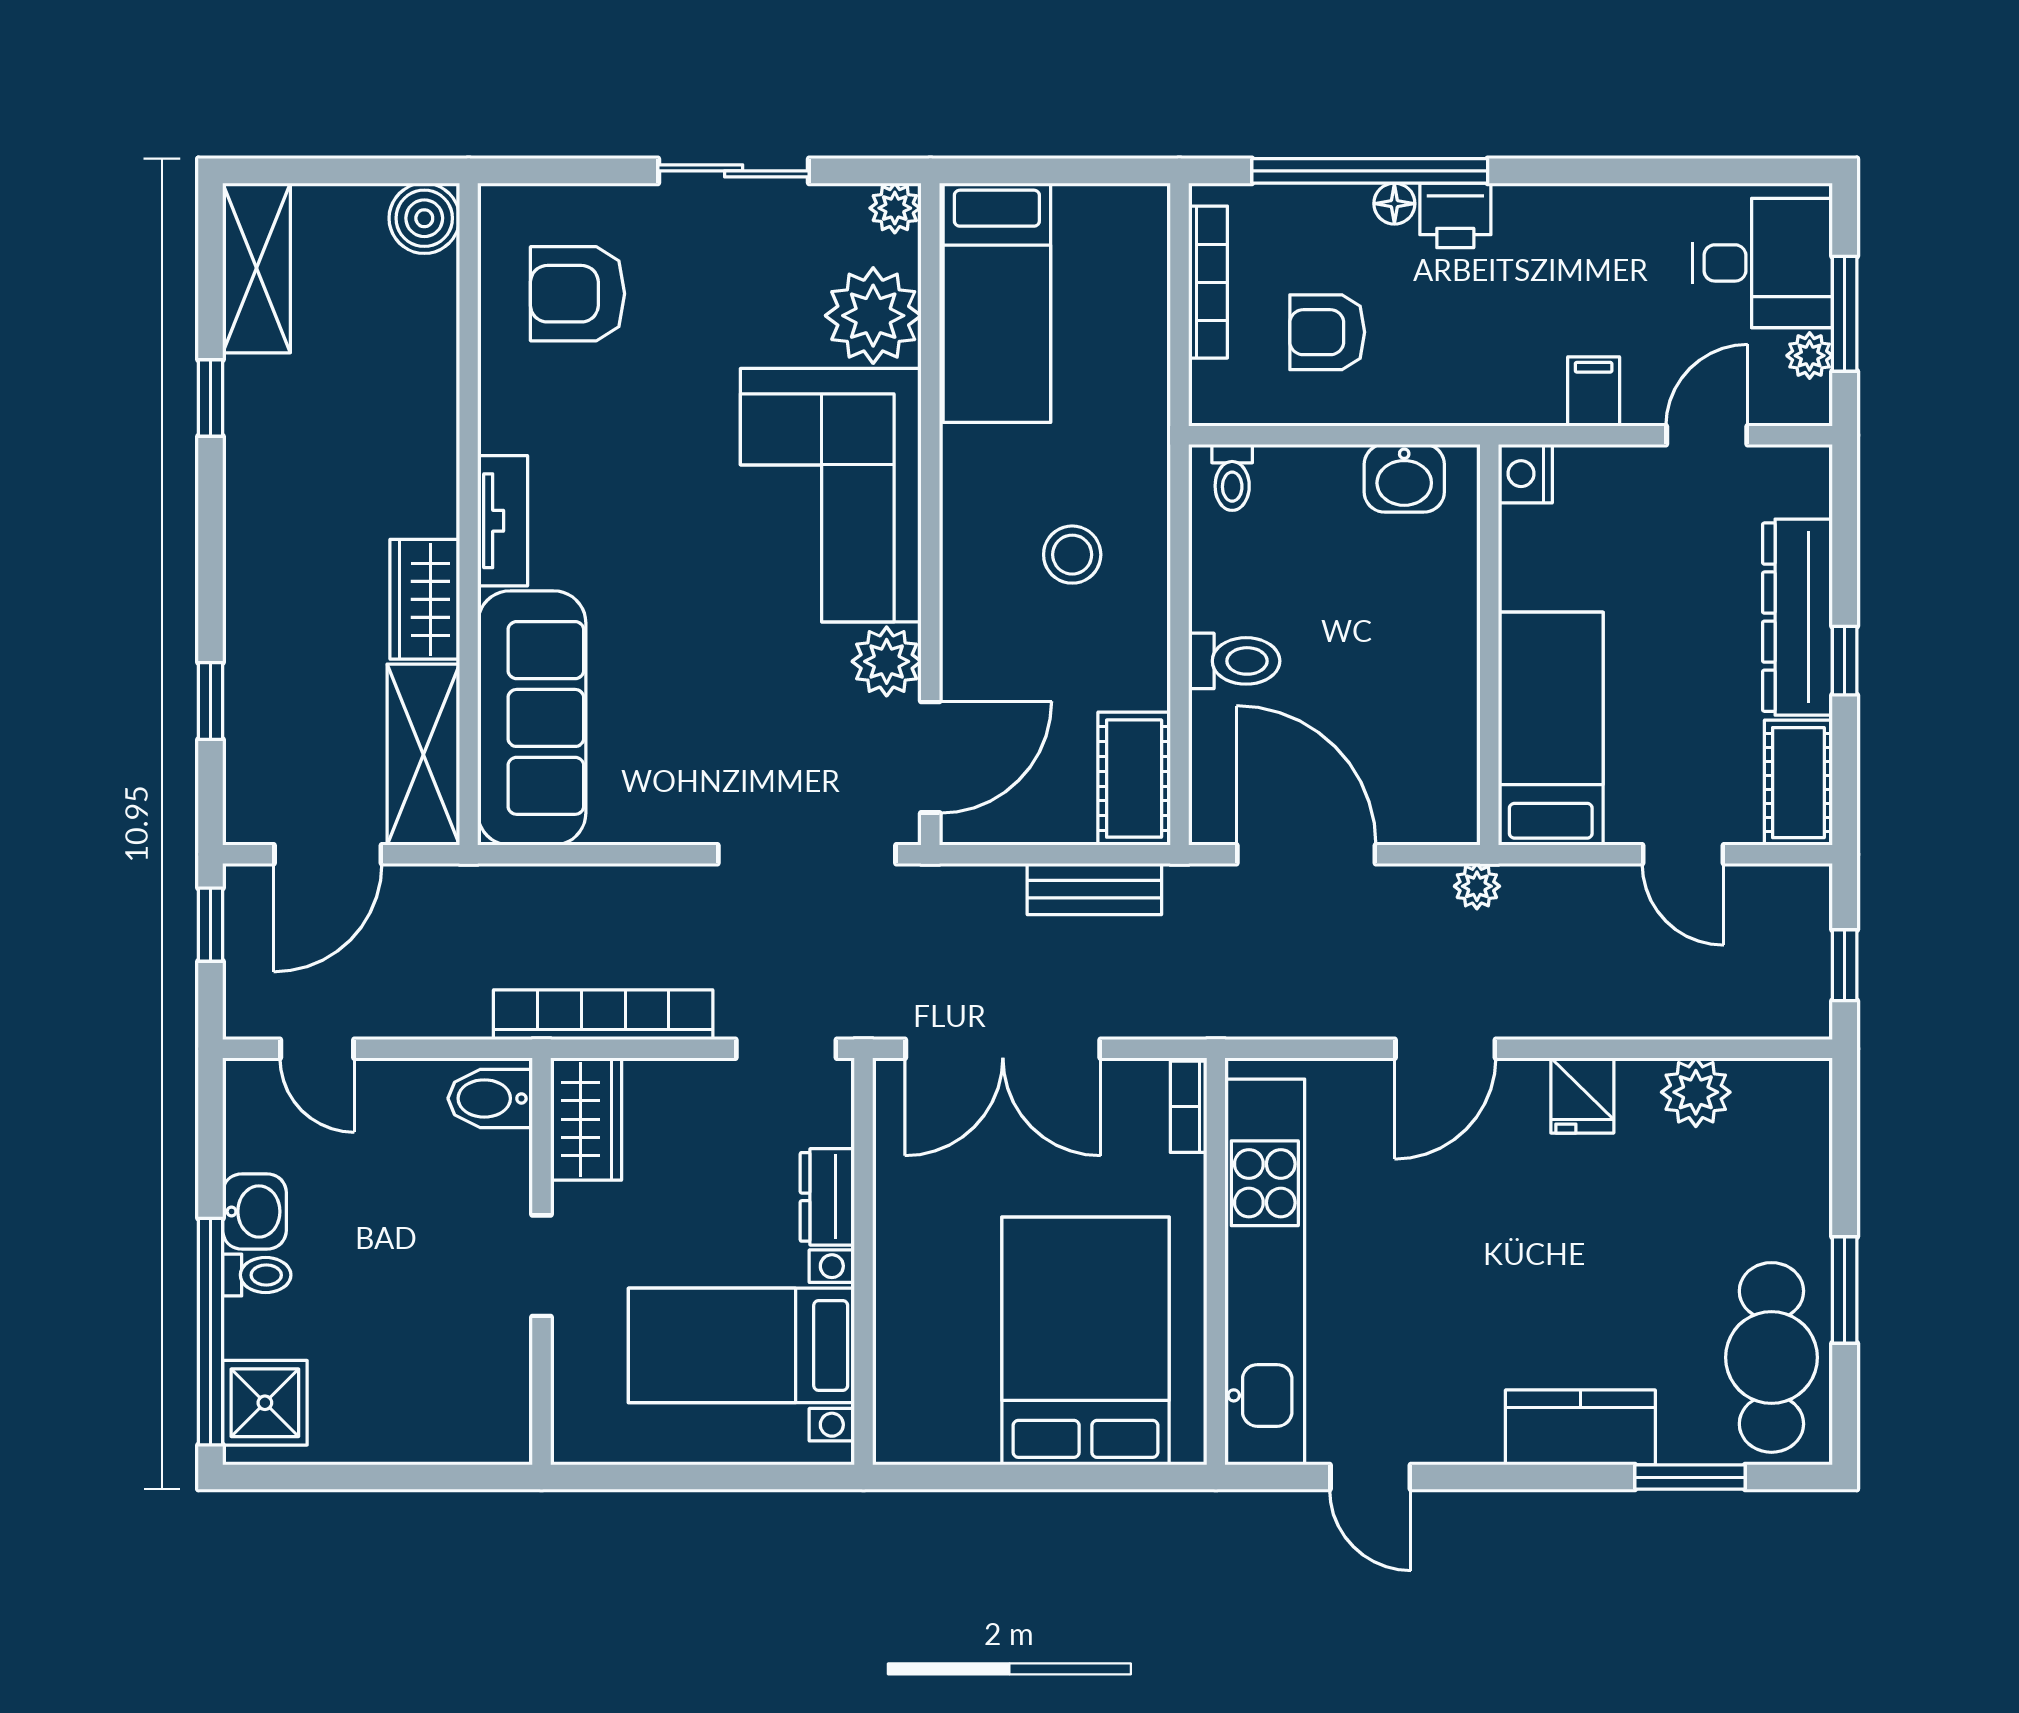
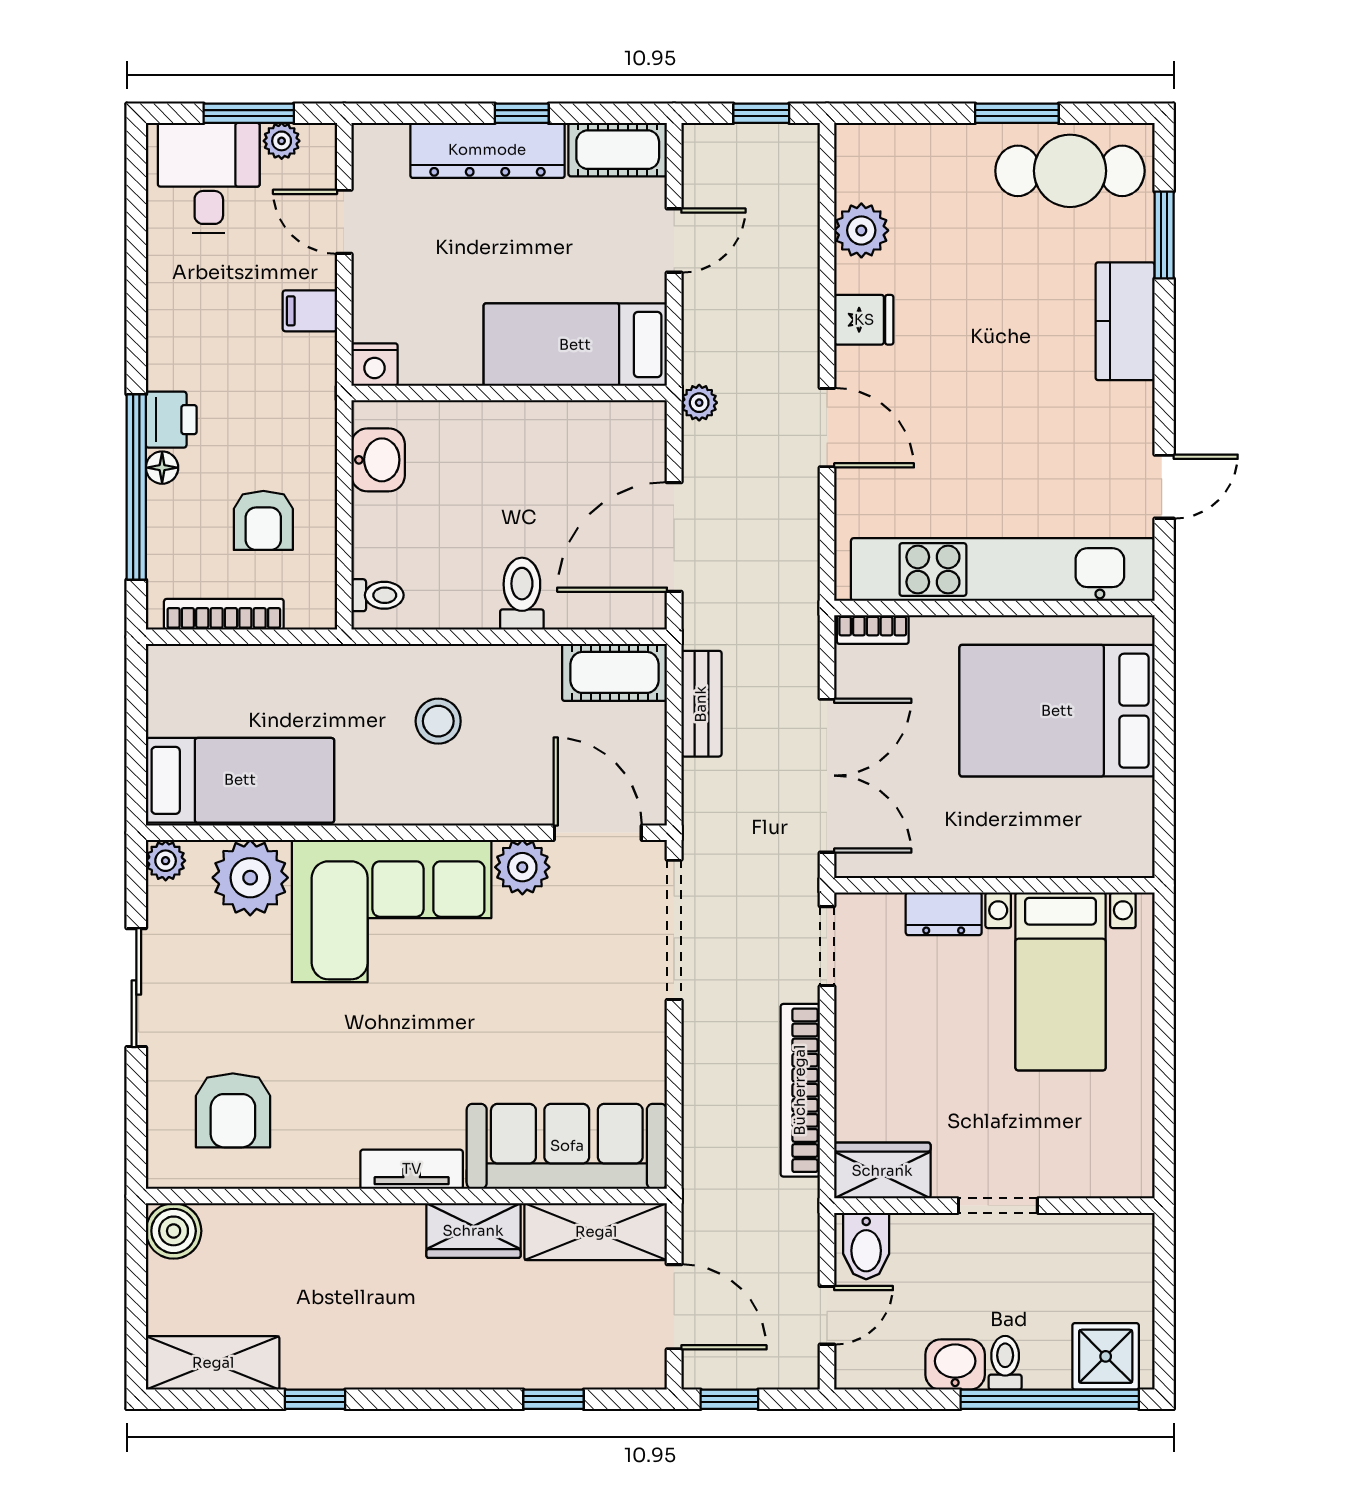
bidet: (490, 1098) -> (866, 1246), moved
wardrobe: (586, 1119) -> (882, 1171), moved
wall: (542, 1261) -> (994, 1206), moved
doorway: (542, 1266) -> (998, 1206), moved

